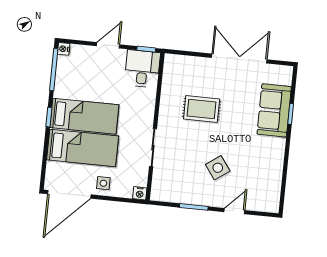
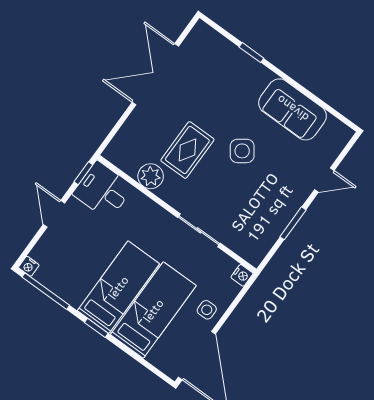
plant: (170, 95) -> (151, 176), added
sofa: (274, 110) -> (292, 109), moved
side table: (218, 168) -> (242, 151), moved
door: (234, 211) -> (324, 180), swing flipped

